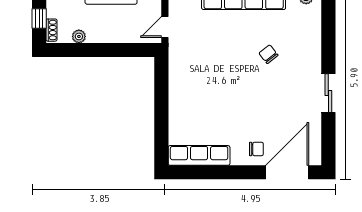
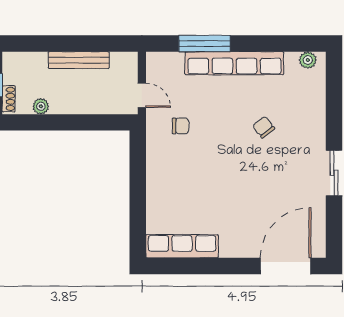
door: (165, 27) -> (142, 95), swing flipped
chair: (256, 149) -> (181, 126), moved

